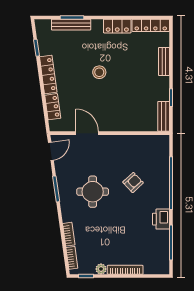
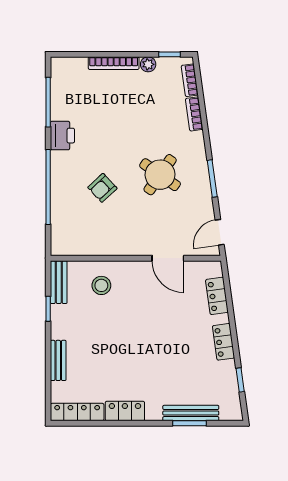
stool: (99, 72) -> (101, 285), moved
locker: (48, 75) -> (223, 342), width x0.66
round table: (93, 192) -> (160, 175), turned 35

